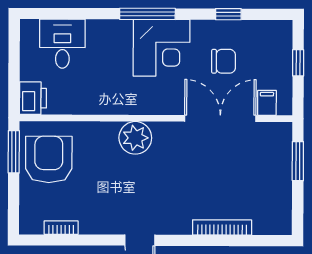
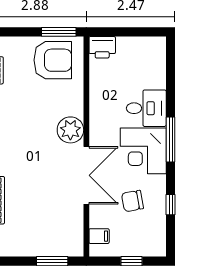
desk: (62, 44) -> (146, 108), moved
chair: (224, 61) -> (132, 201), turned 80
double door: (220, 118) -> (86, 175), moved

